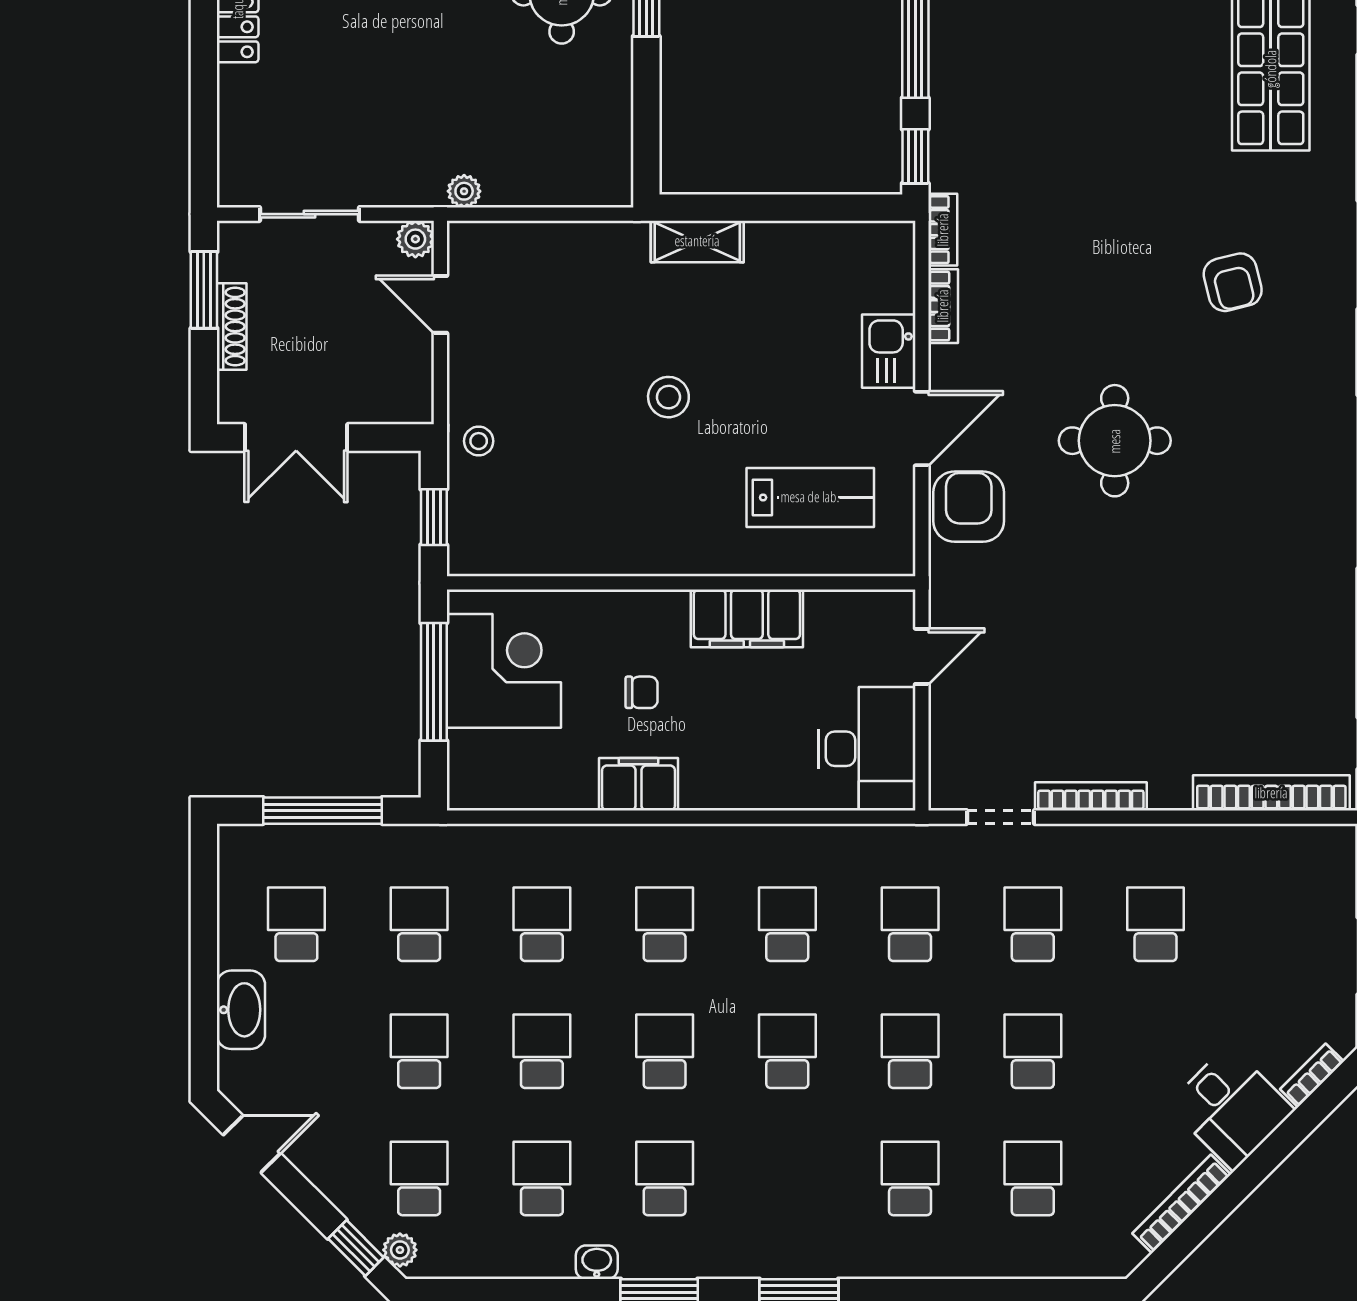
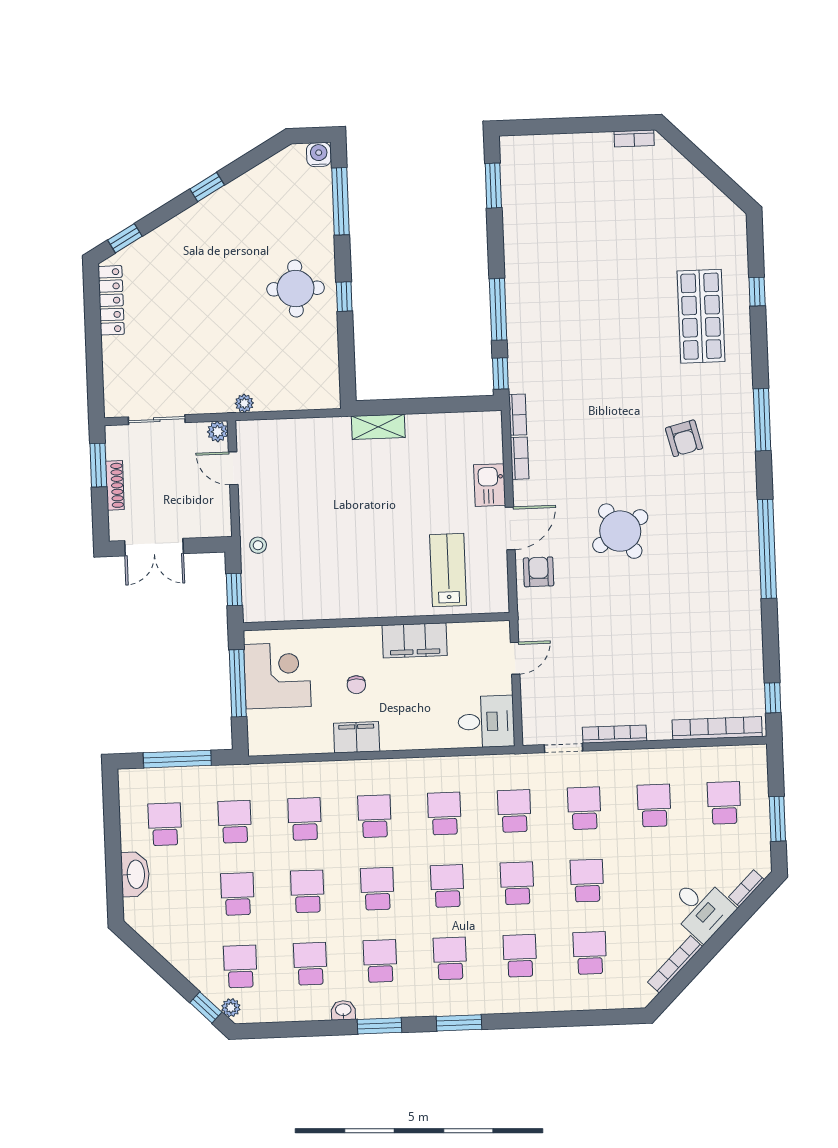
stool: (668, 397) -> (365, 516), removed
round table: (1115, 441) -> (620, 531), turned -33
lab bench: (810, 497) -> (448, 570), turned -90
armchair: (969, 507) -> (539, 572), width x0.72, depth x0.72
chair: (642, 692) -> (356, 685), turned 90
desk: (867, 749) -> (486, 722), width x0.73
school desk: (1278, 924) -> (724, 803), added
door: (252, 1144) -> (144, 951), removed
school desk: (787, 1178) -> (450, 958), added

